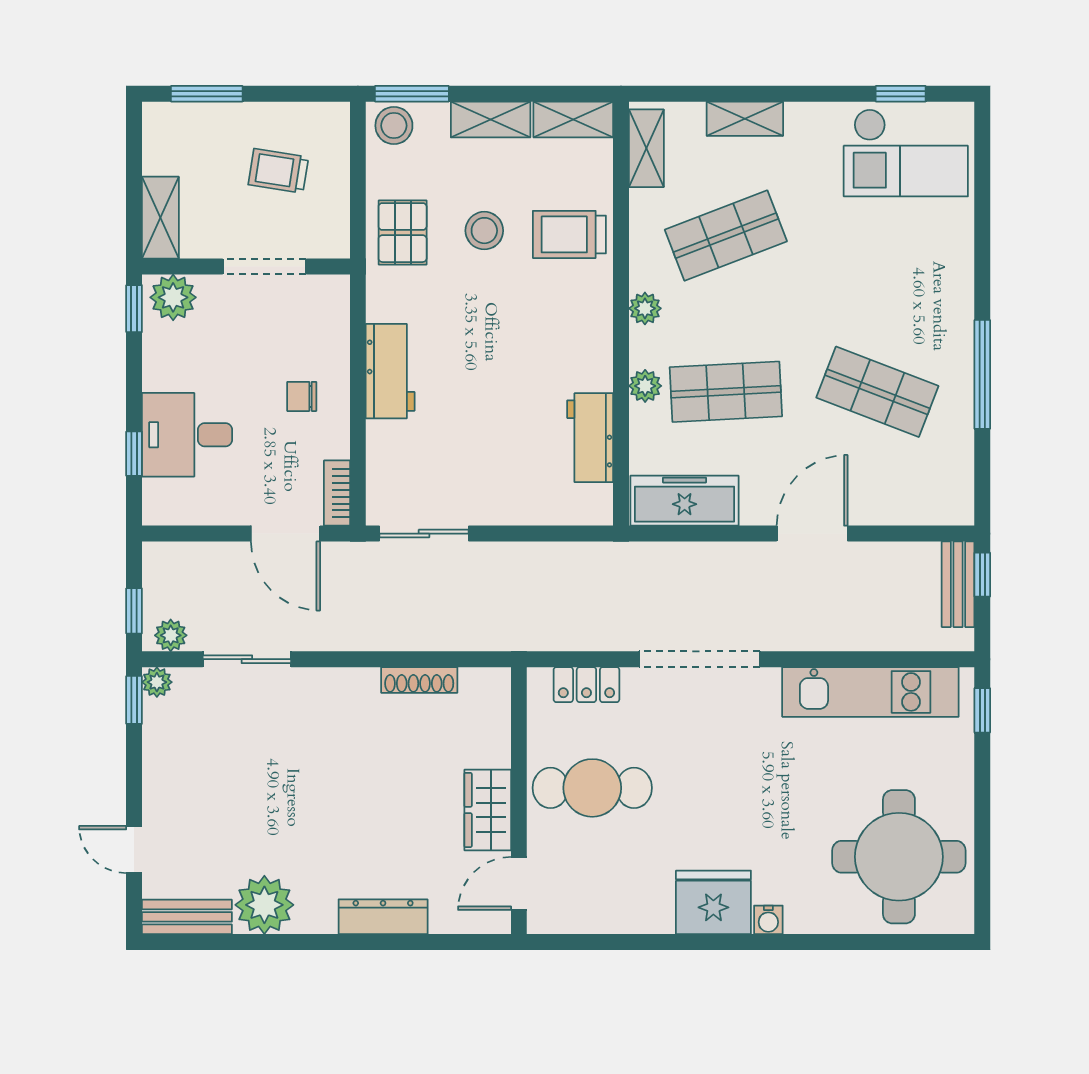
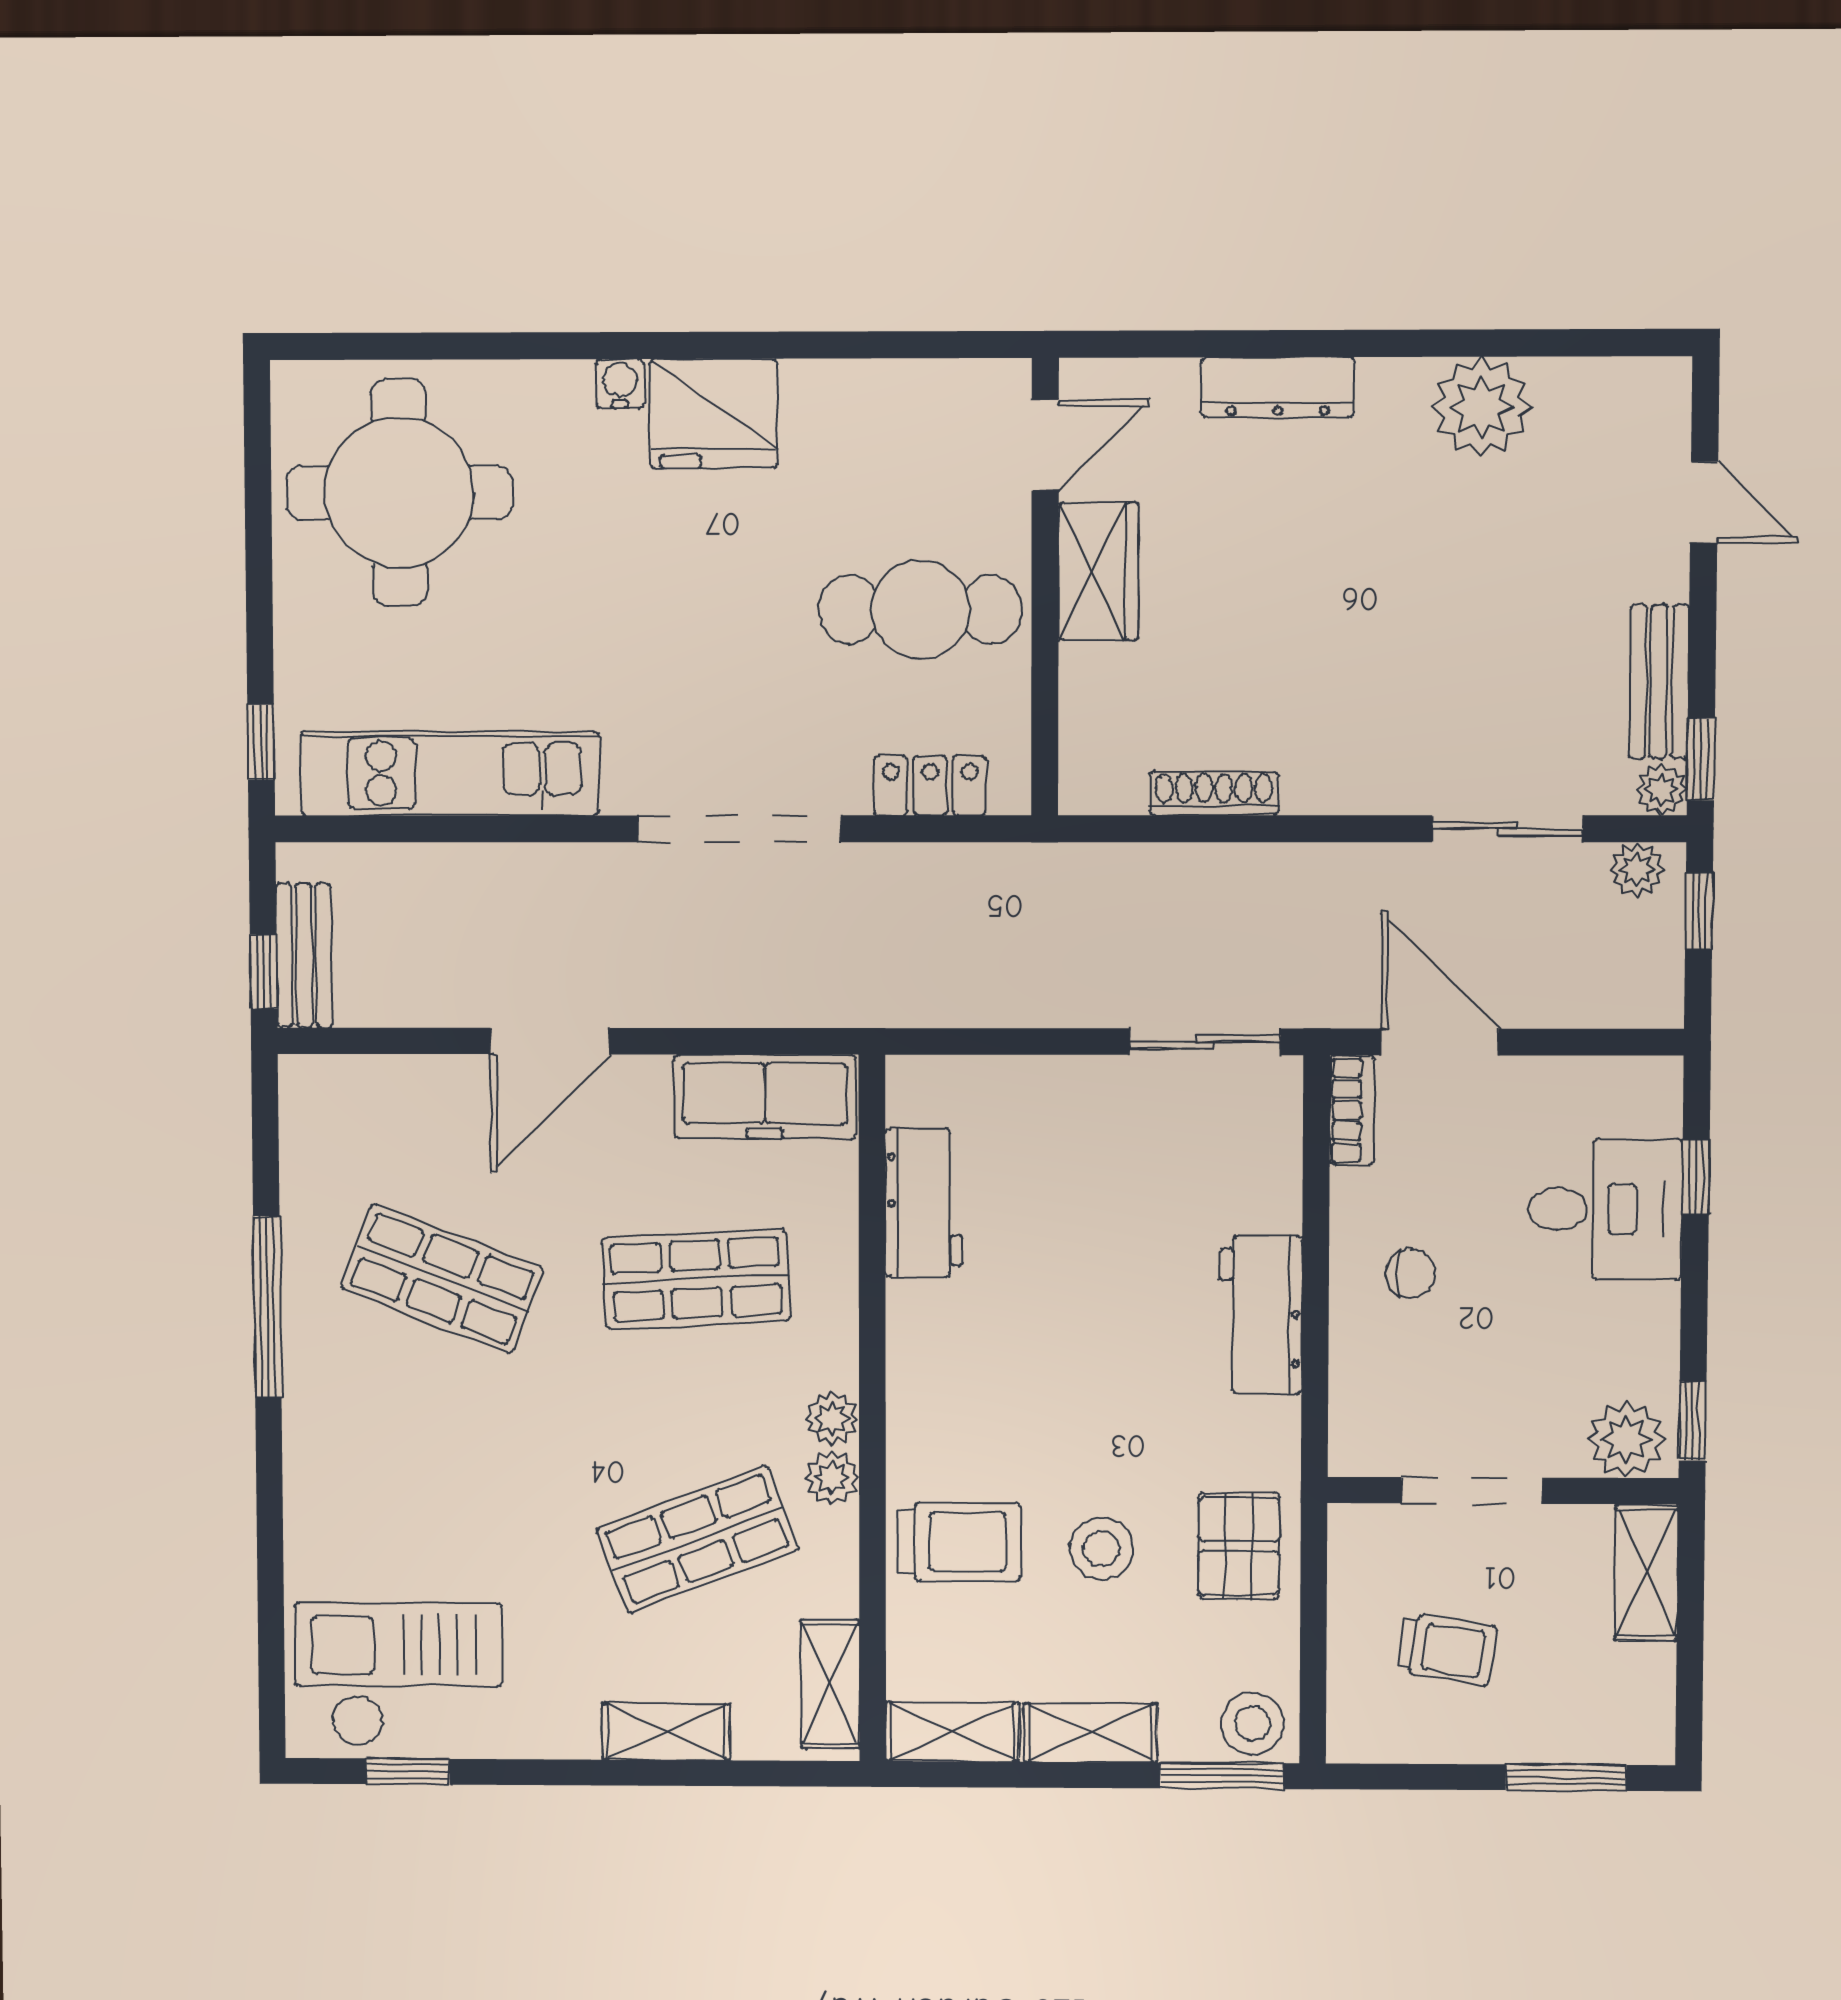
plant: (645, 386) -> (832, 1478), moved
bench: (187, 917) -> (1659, 682), moved, turned 90

